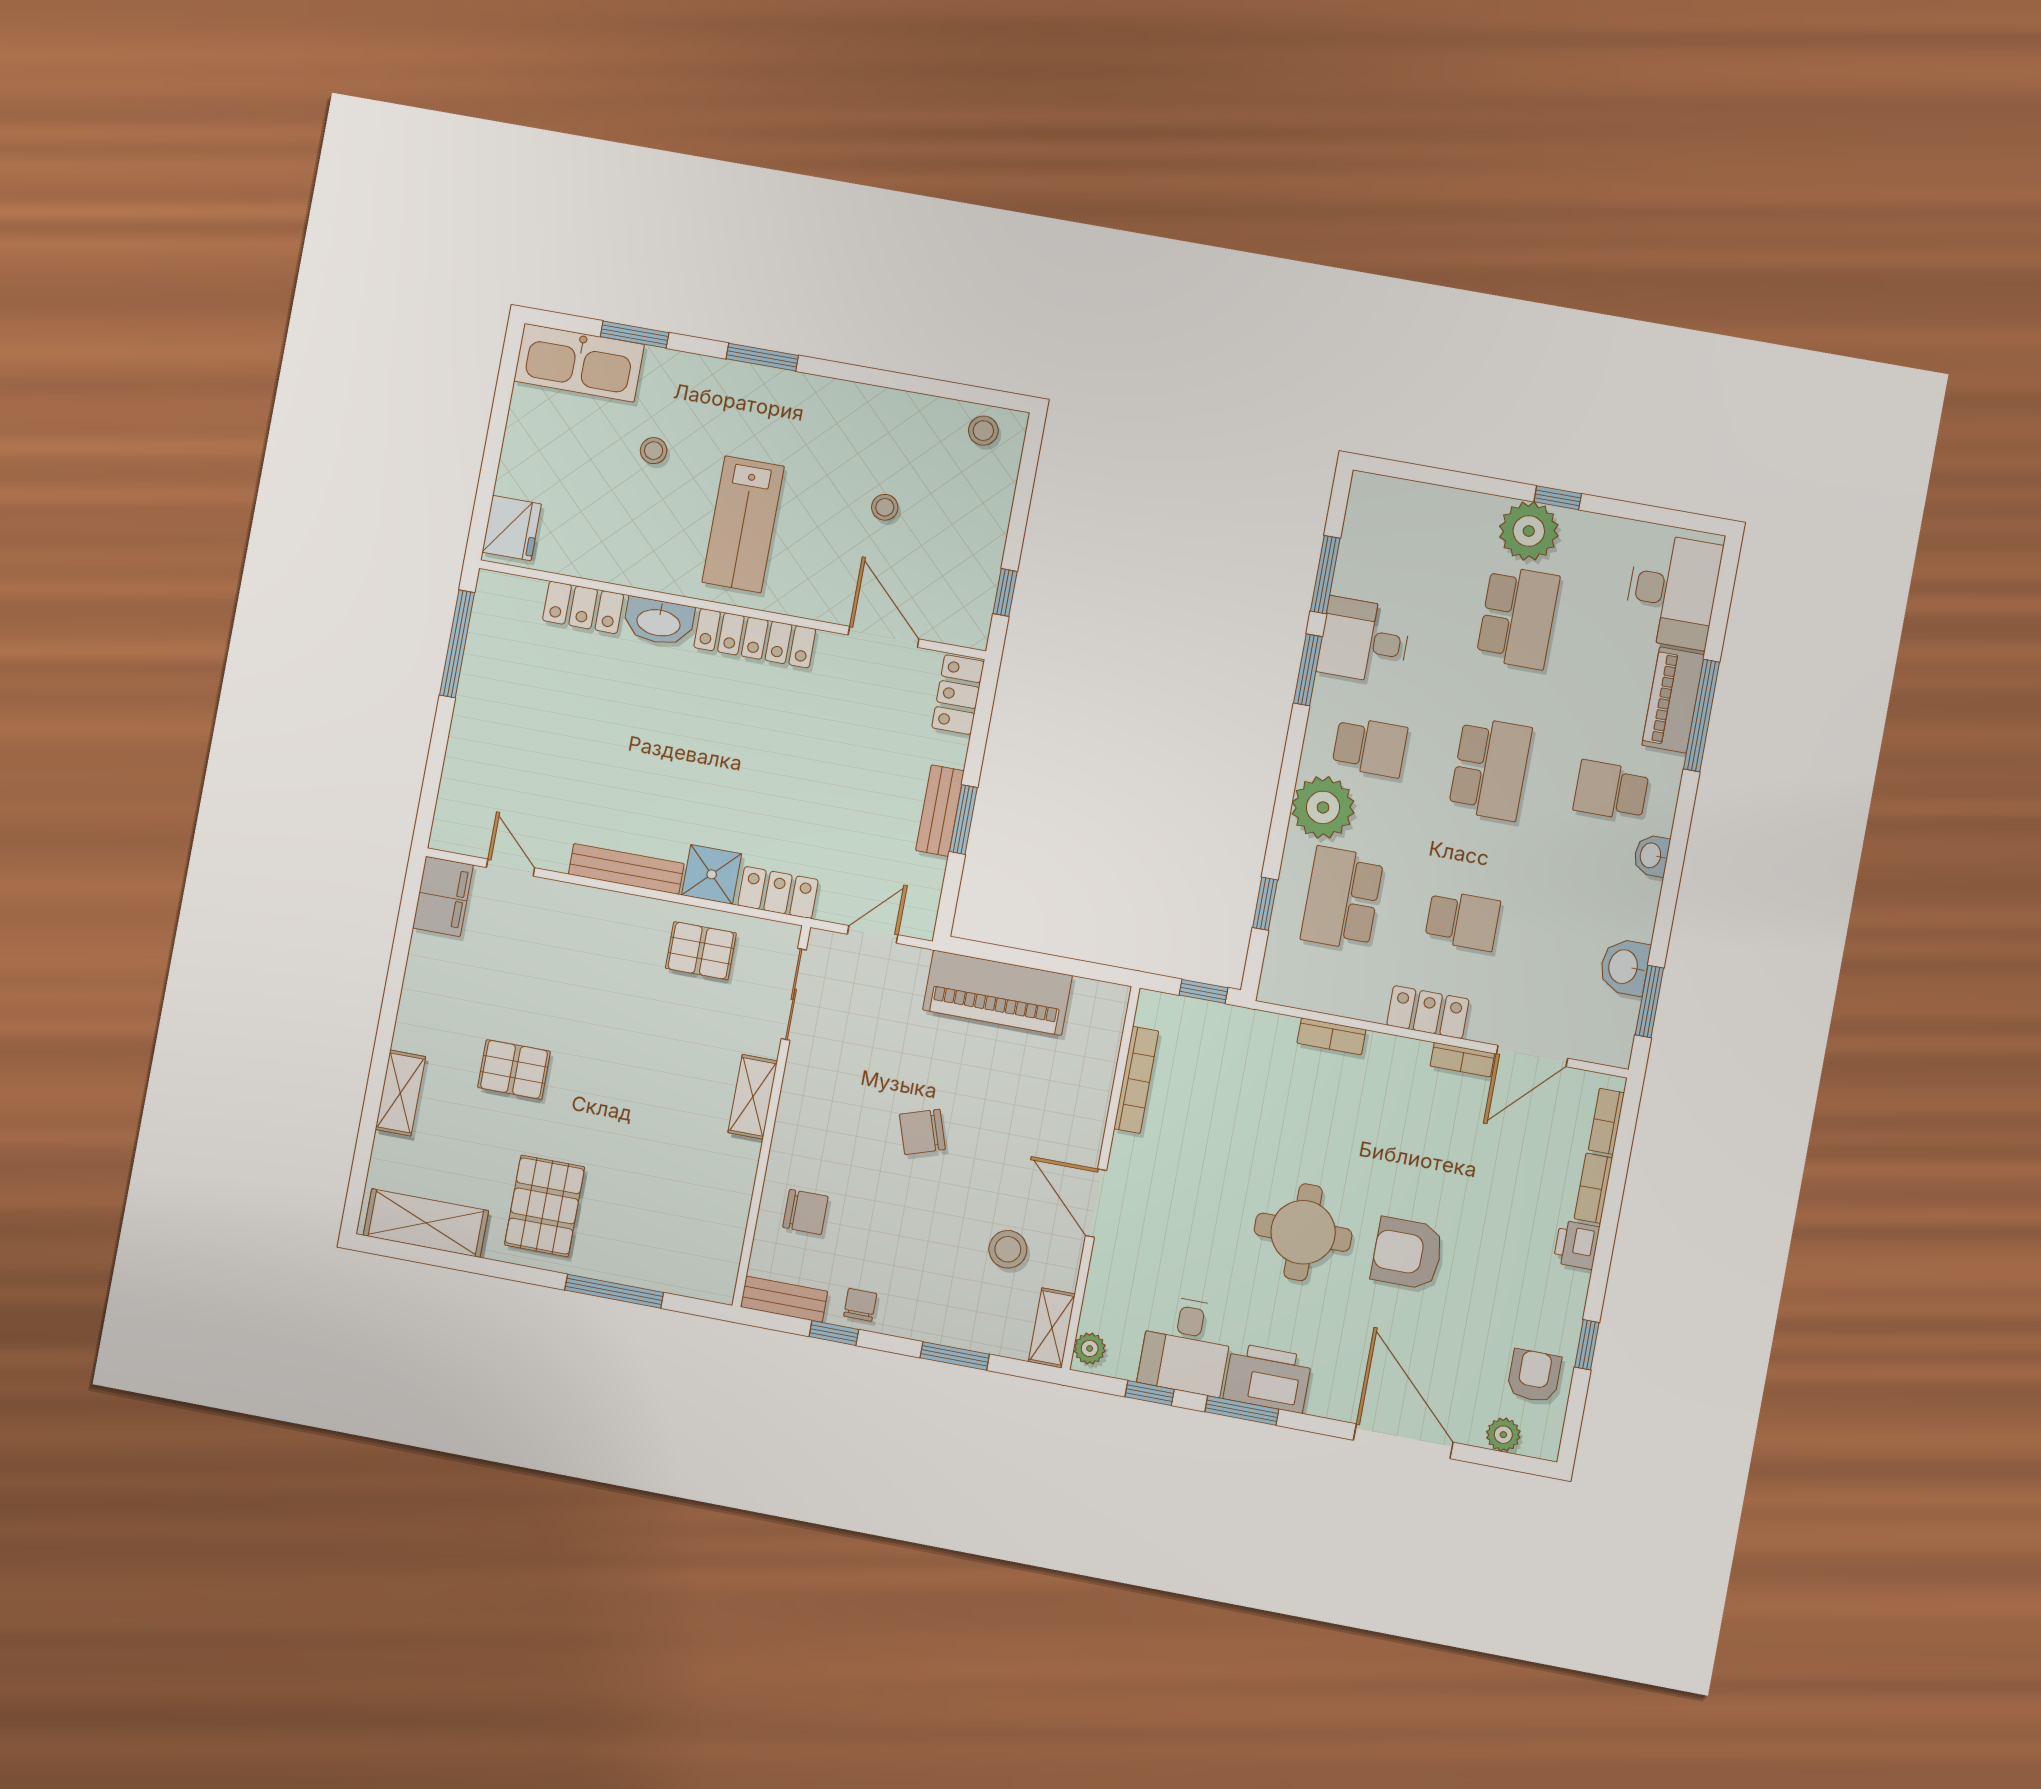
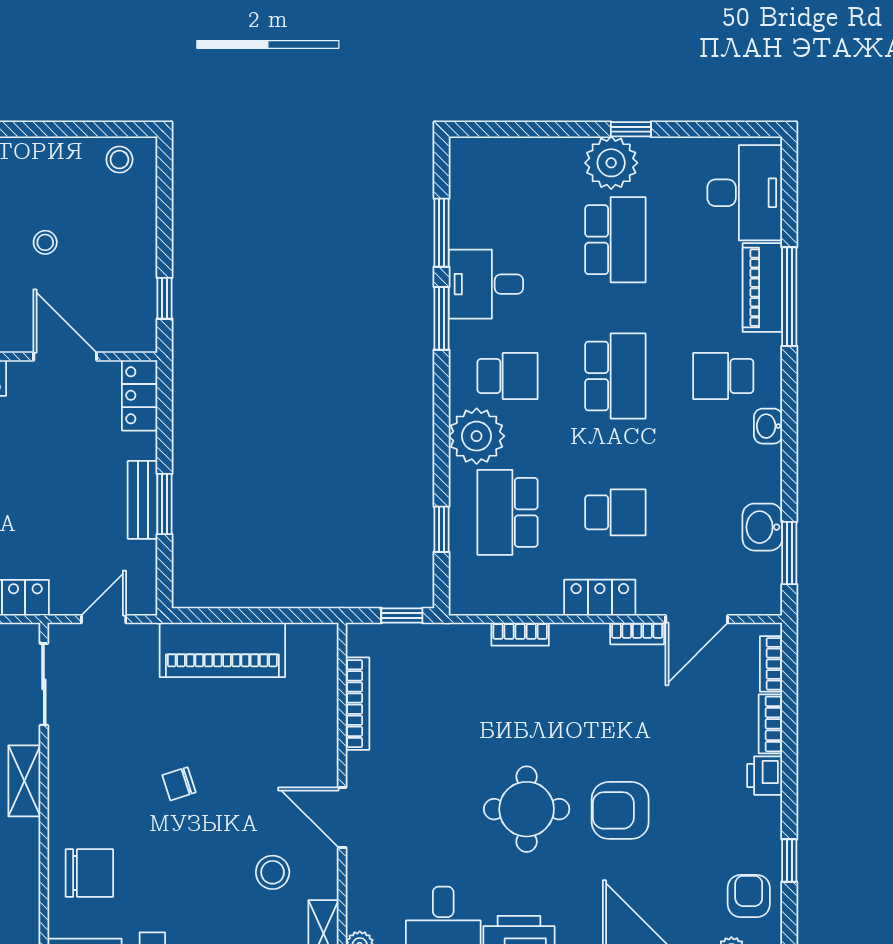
chair: (922, 1132) -> (179, 784), width x0.73, depth x0.73
chair: (805, 1212) -> (89, 873), width x1.37, depth x1.37

